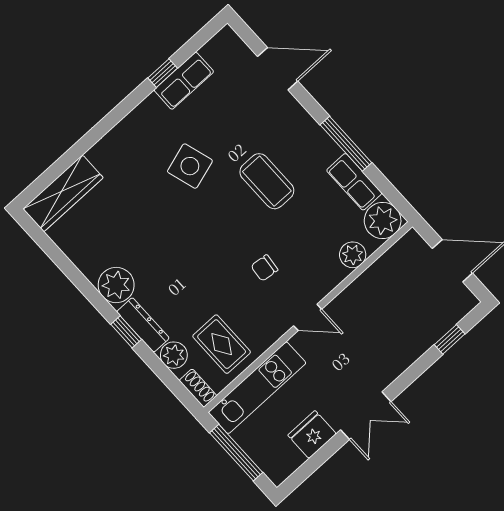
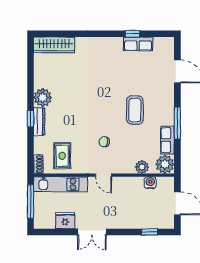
side table: (190, 166) -> (111, 78), removed
water cooler: (386, 267) -> (150, 183), added
plant: (174, 355) -> (40, 144), removed

